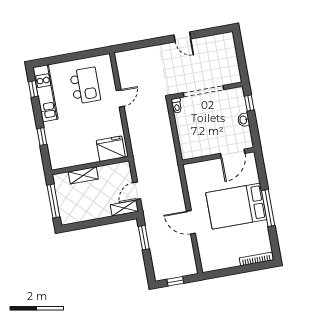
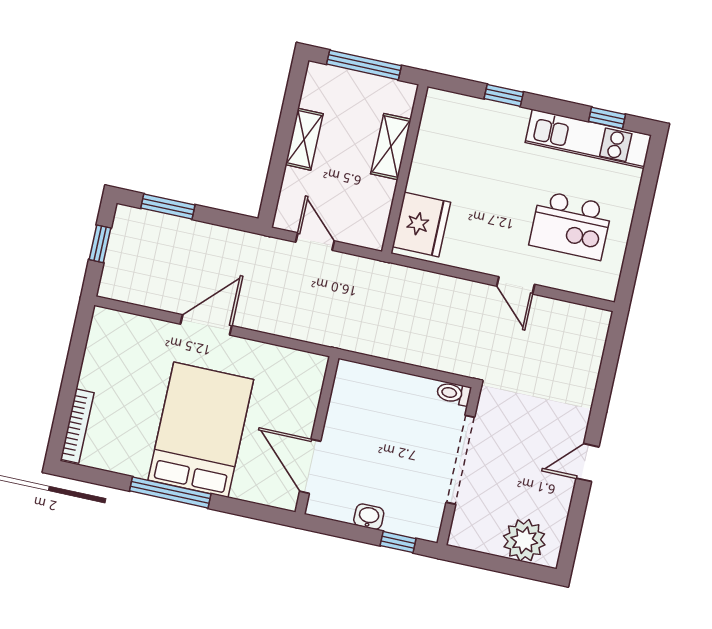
plant: (226, 50) -> (524, 540), added
shelving: (124, 208) -> (304, 139), moved
window: (144, 238) -> (168, 206), moved

